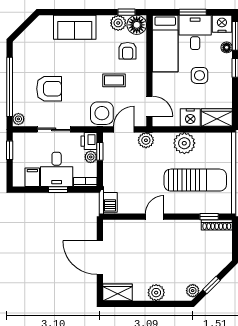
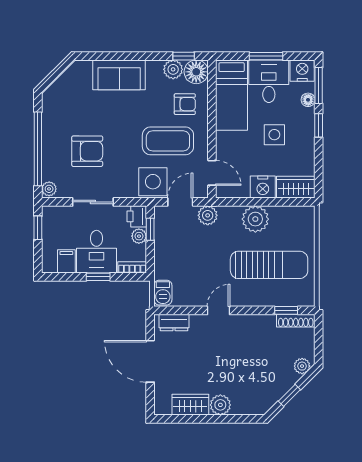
armchair: (128, 51) -> (185, 104), turned -90
coffee table: (114, 80) -> (168, 141), width x1.86, depth x1.72
dresser: (119, 226) -> (174, 323), added
plant: (193, 291) -> (302, 366), moved
wardrobe: (117, 292) -> (190, 405), moved

